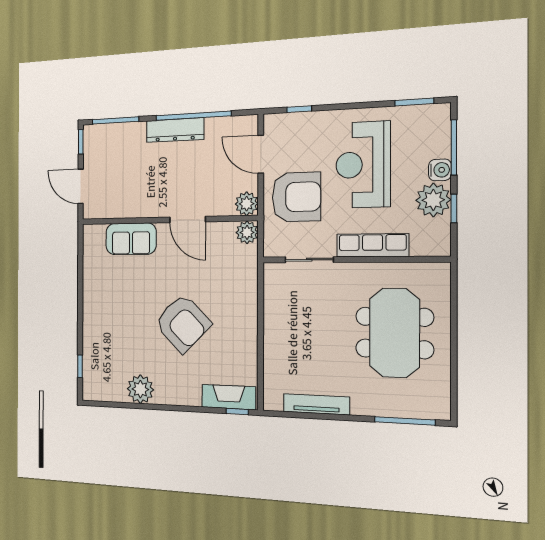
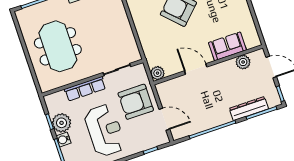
dresser: (175, 130) -> (249, 109), moved
plant: (247, 204) -> (243, 62), moved

